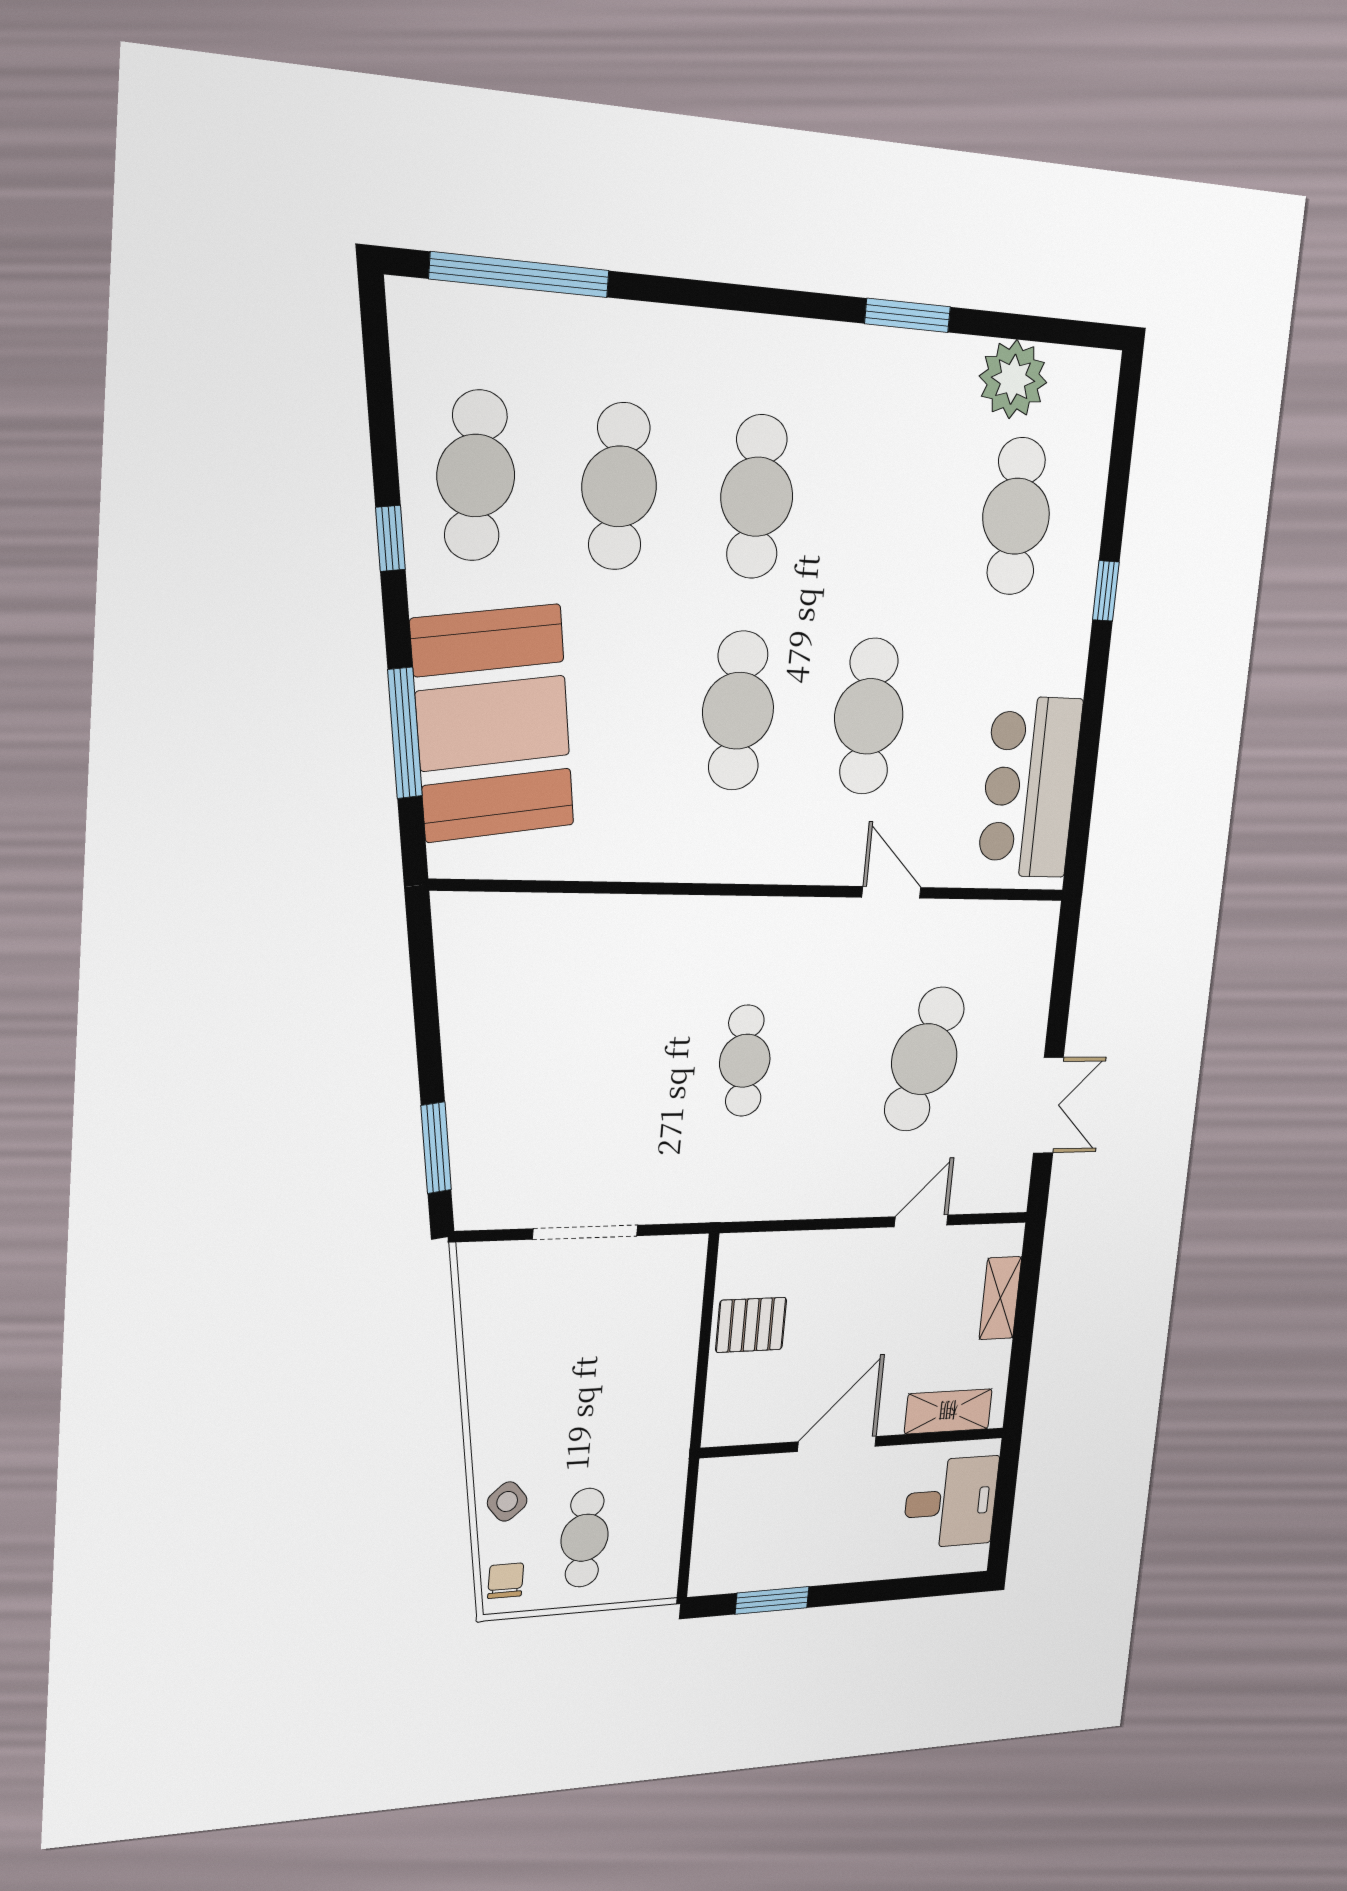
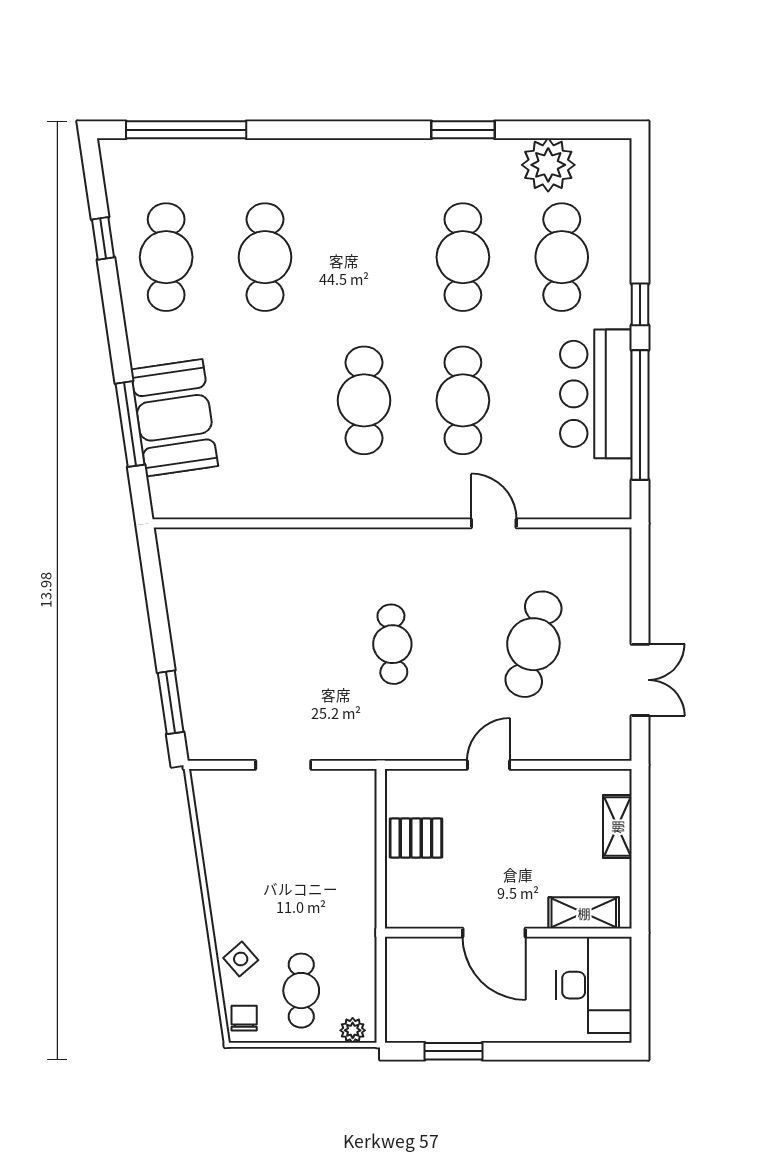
cafe table: (757, 497) -> (463, 257), moved
window: (390, 538) -> (103, 238), moved
booth: (493, 723) -> (174, 418), width x0.73, depth x0.70
window: (1088, 746) -> (640, 415), added
bar counter: (1030, 787) -> (596, 394), moved
door: (921, 1221) -> (489, 765), moved
doorway: (585, 1232) -> (283, 765), width x0.73
door: (837, 1444) -> (494, 933), swing flipped
desk: (951, 1502) -> (594, 985), width x1.37
plant: (647, 1585) -> (353, 1030), added

